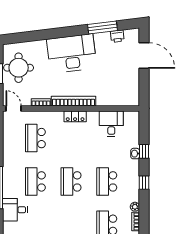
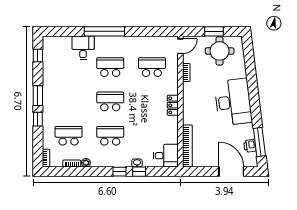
window: (103, 28) -> (259, 142), moved
door: (144, 55) -> (231, 172), swing flipped
bookcase: (73, 101) -> (187, 146), moved
desk: (111, 124) -> (166, 156), moved
window: (144, 183) -> (120, 172), moved

